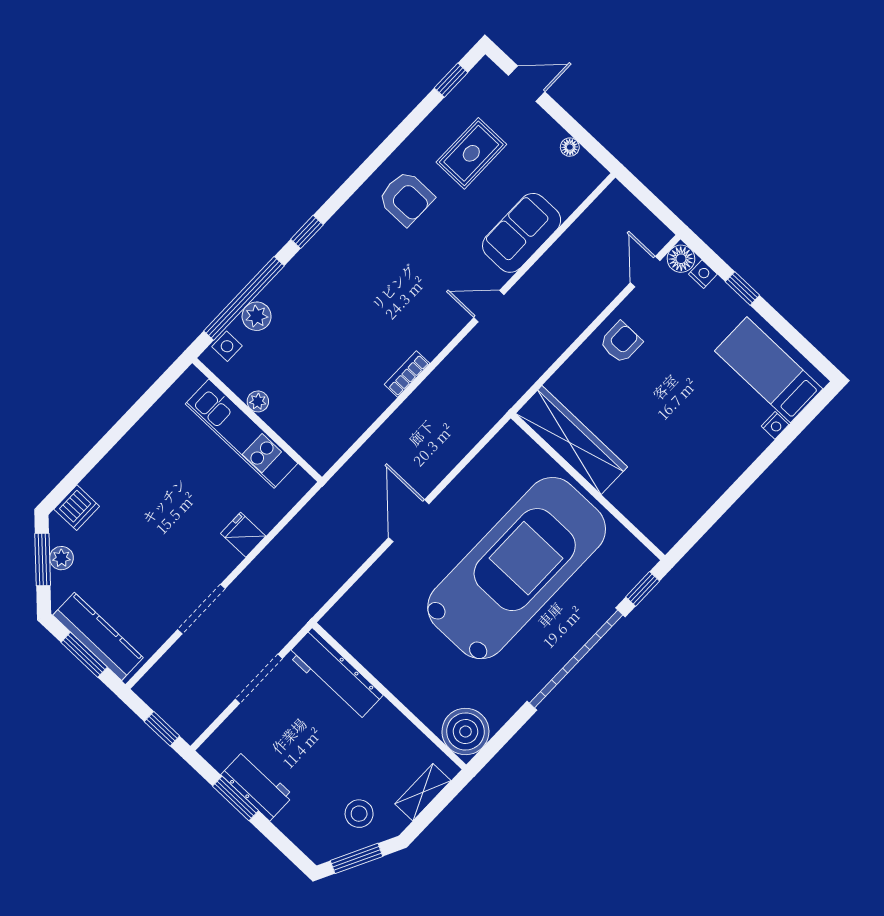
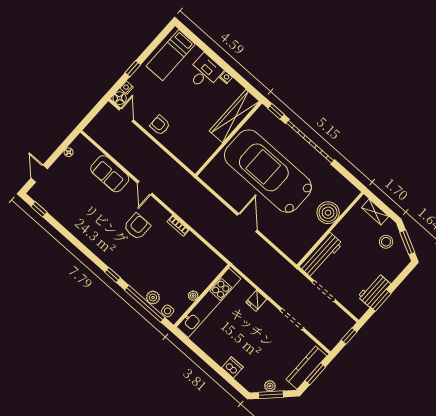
rug: (471, 153) -> (73, 199), removed
armchair: (406, 198) -> (137, 227), moved
door: (645, 272) -> (126, 115), swing flipped
nightstand: (775, 425) -> (226, 77), moved
kitchen unit: (242, 434) -> (209, 303), width x1.36
wardrobe: (571, 440) -> (234, 116), moved
desk: (731, 440) -> (205, 72), added
dishwasher: (77, 508) -> (232, 367), moved
door: (409, 521) -> (247, 223), swing flipped
boiler: (465, 732) -> (328, 213), moved

